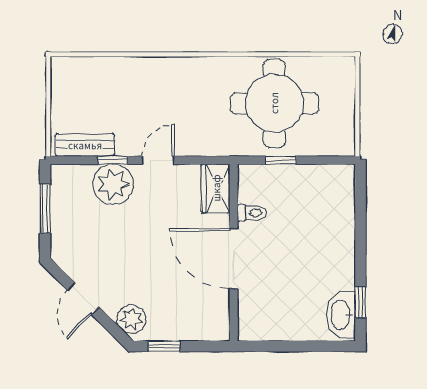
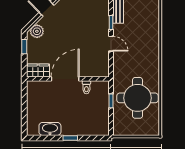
plant: (113, 184) -> (100, 23), removed
wardrobe: (216, 188) -> (38, 70), moved
window: (361, 302) -> (70, 138), moved
washbasin: (341, 315) -> (50, 129), moved

